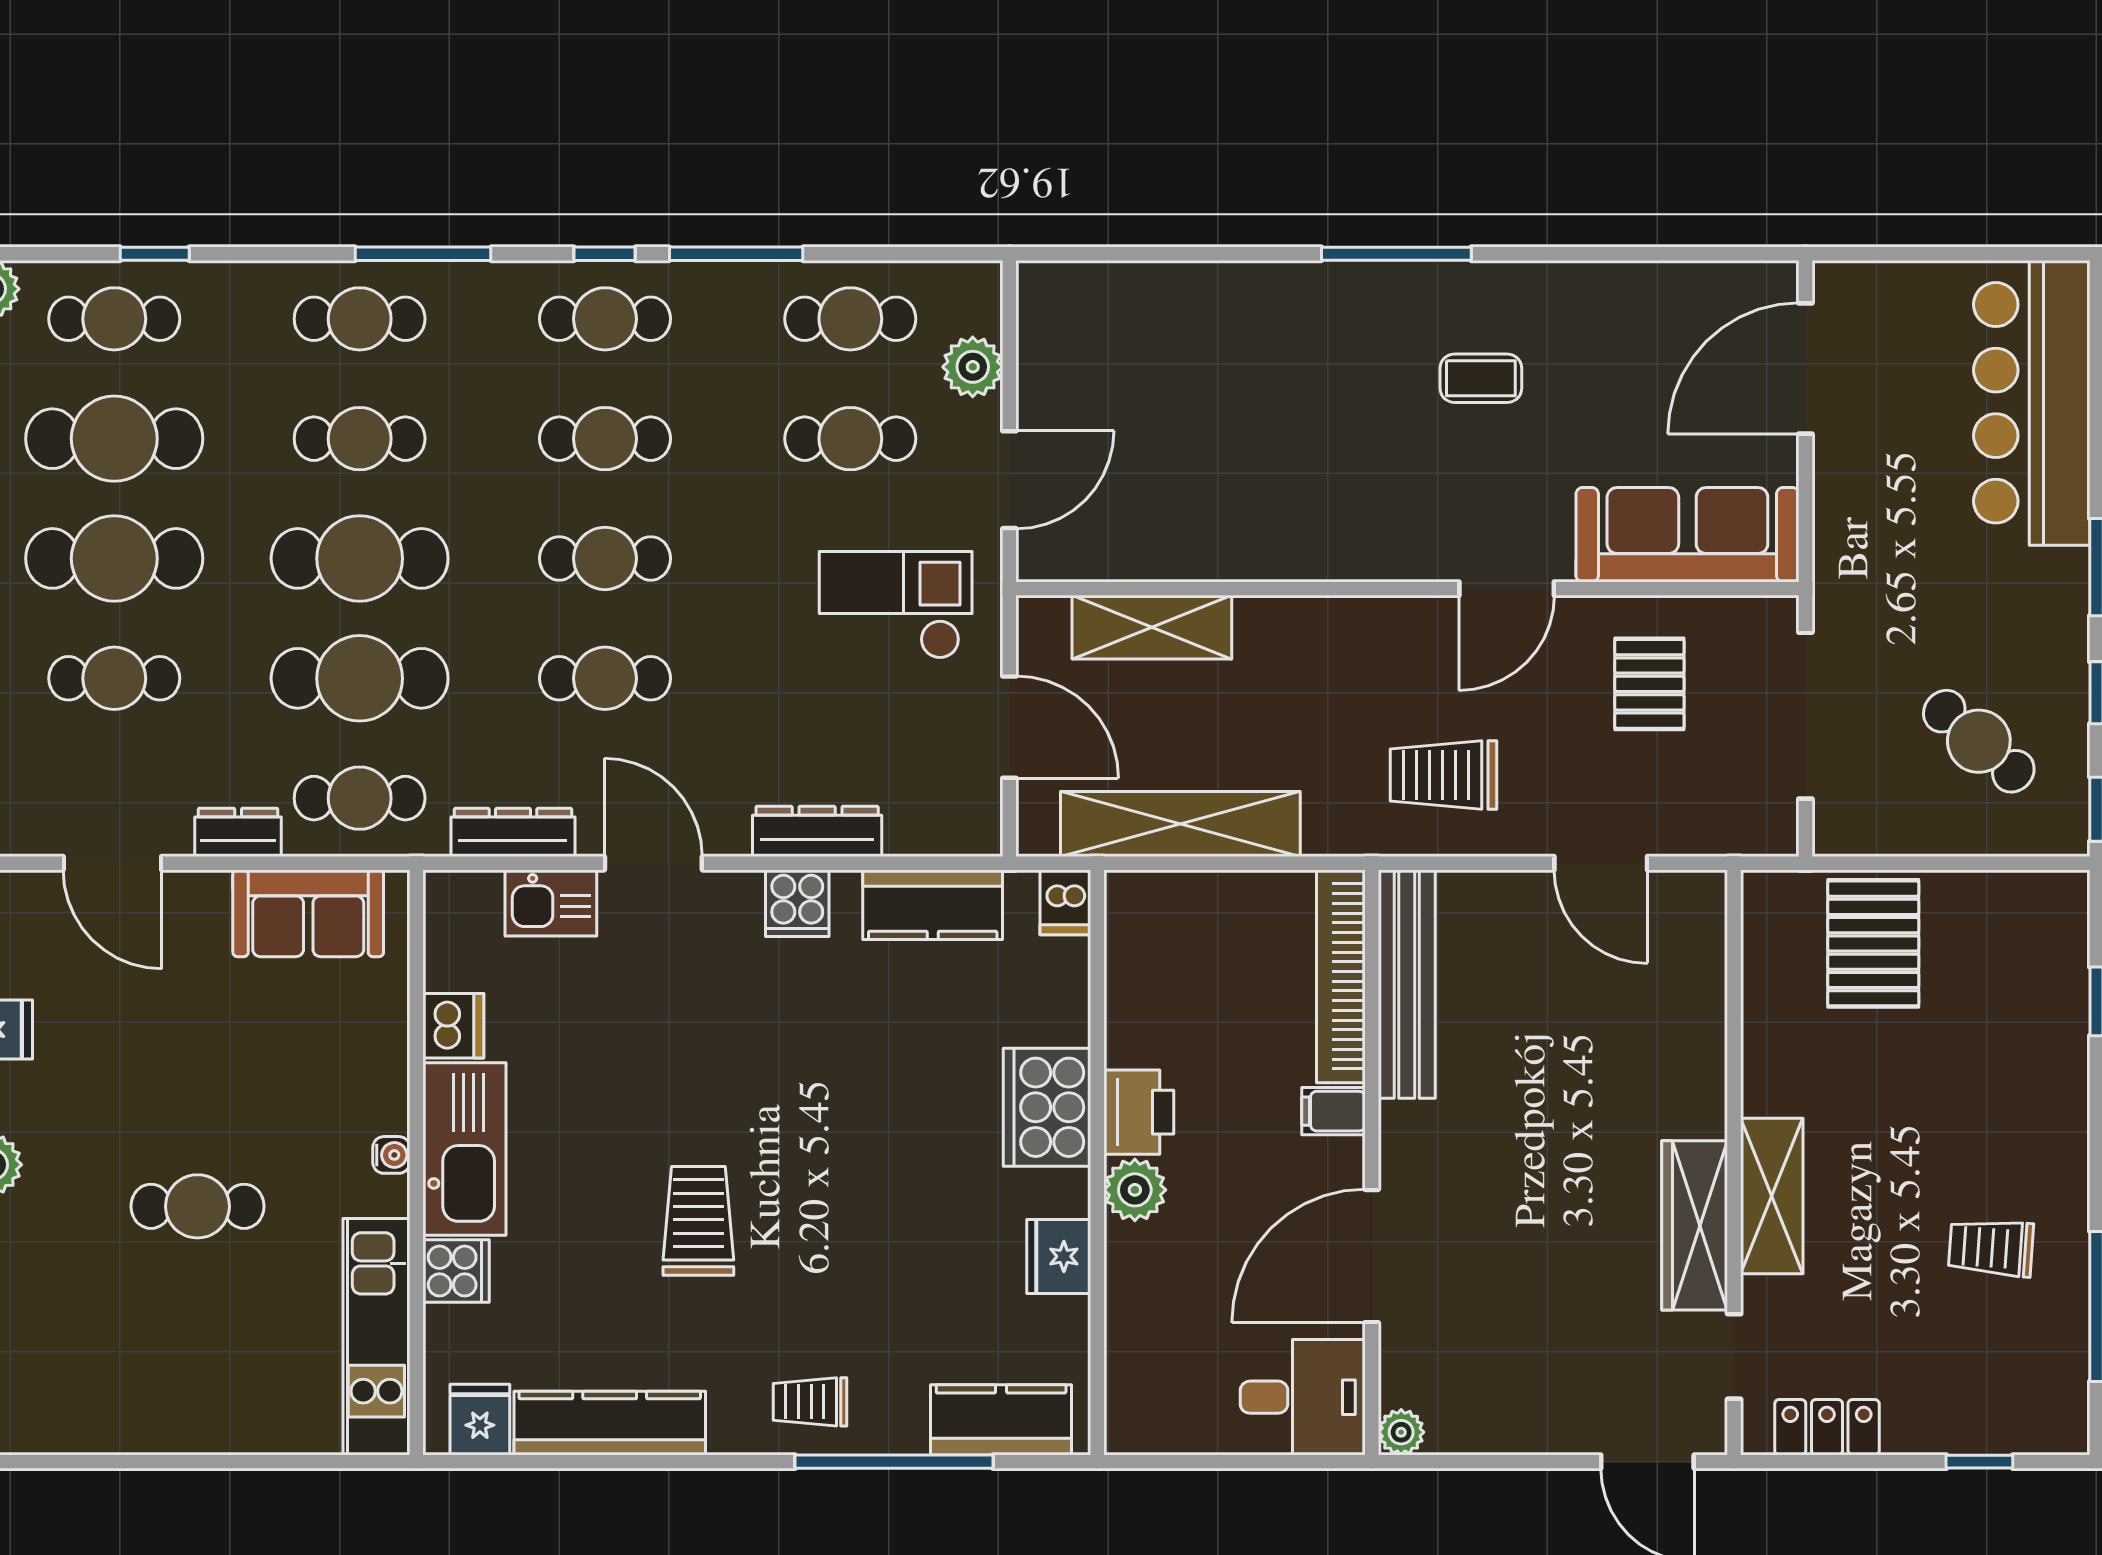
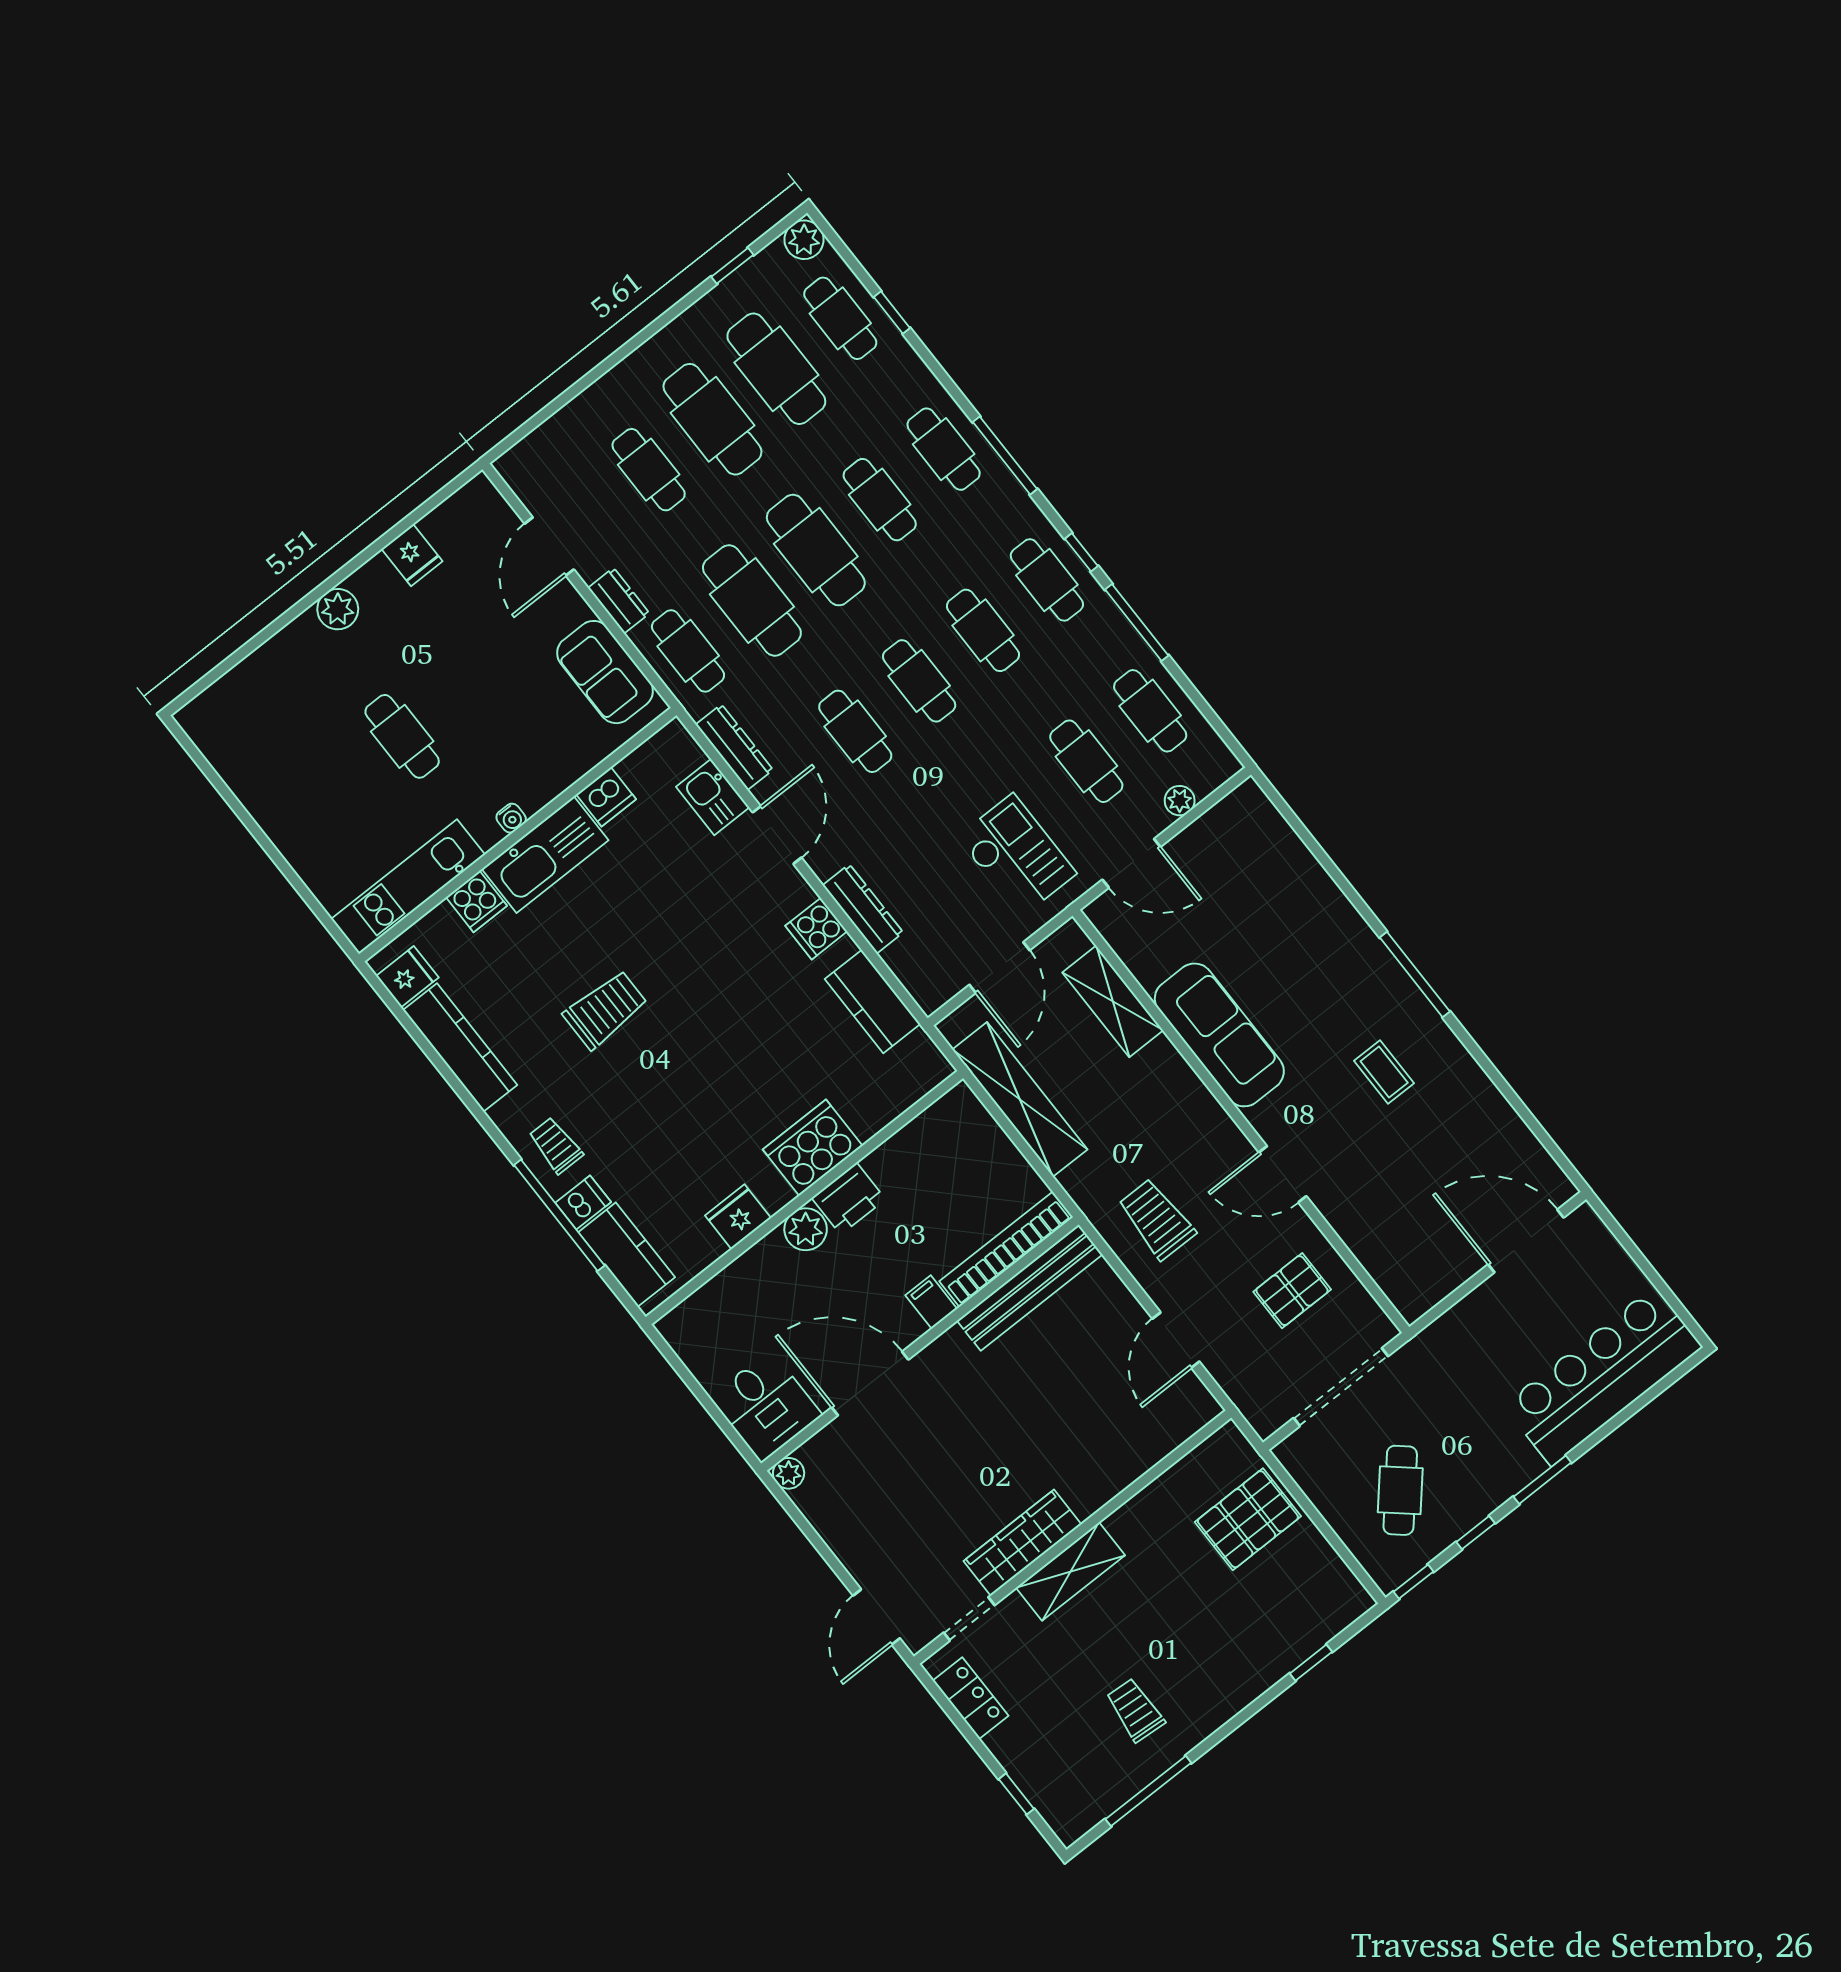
plant: (973, 367) -> (1180, 801), width x0.73, depth x0.73
sofa: (1687, 535) -> (1219, 1035), moved
dishwasher: (1065, 902) -> (583, 1202), moved, turned 180

